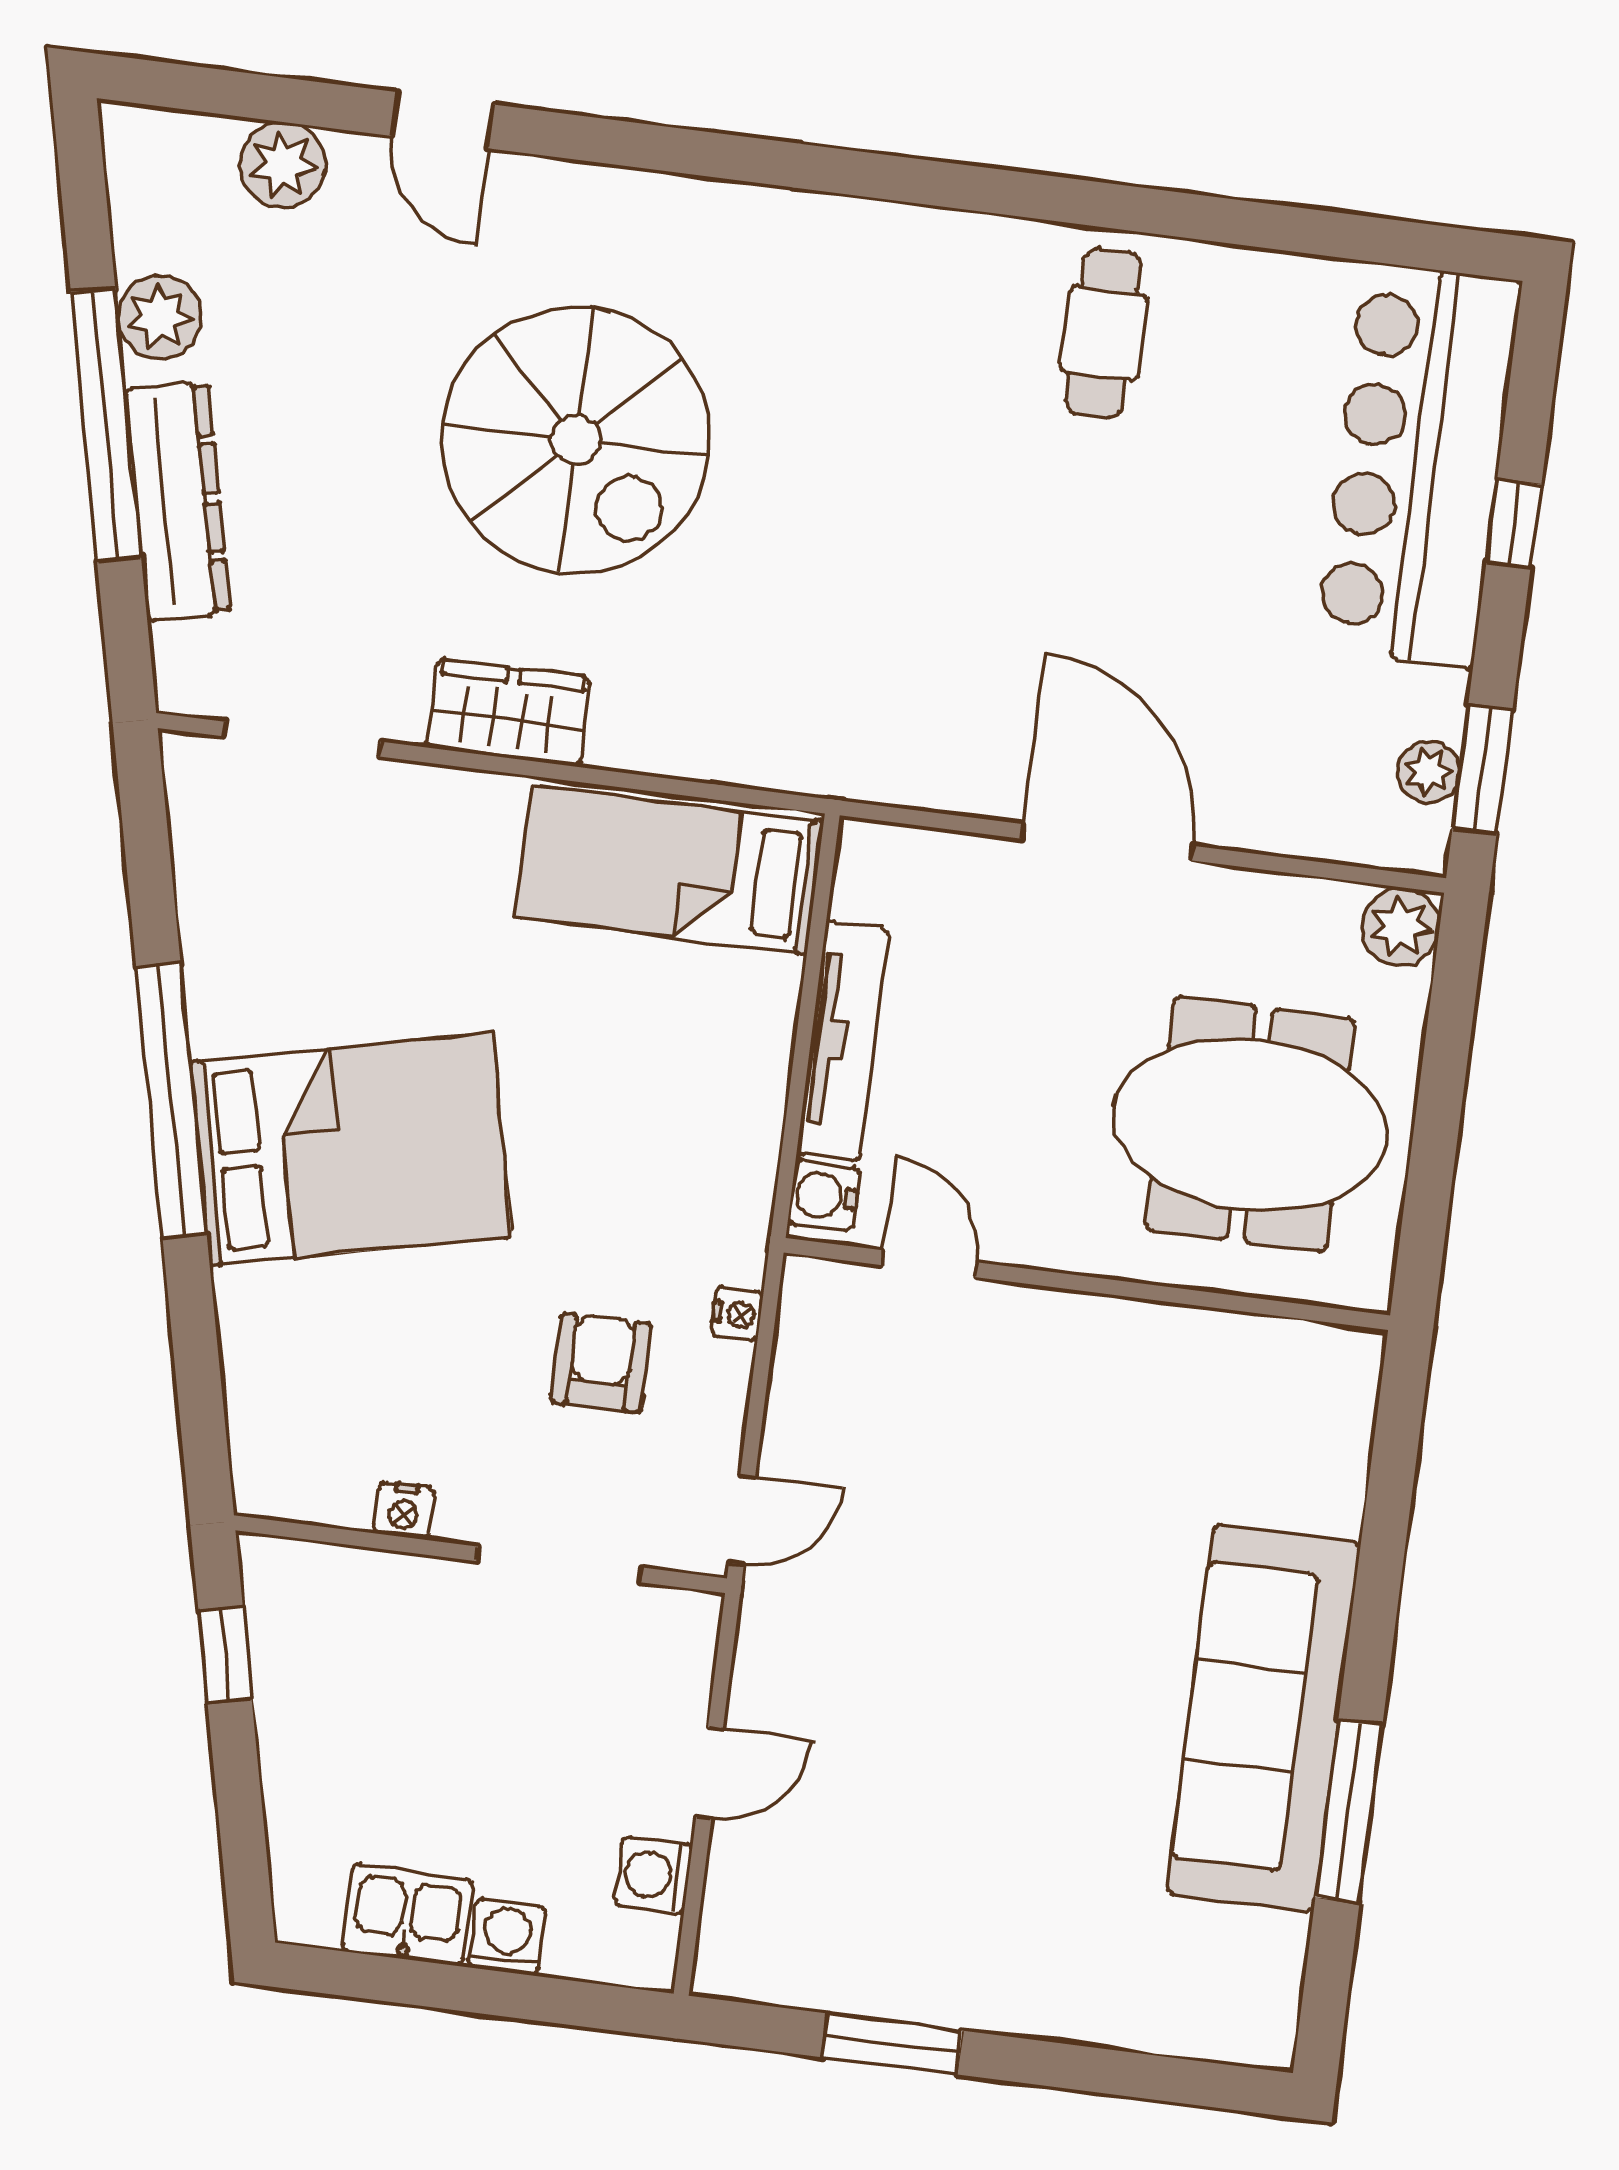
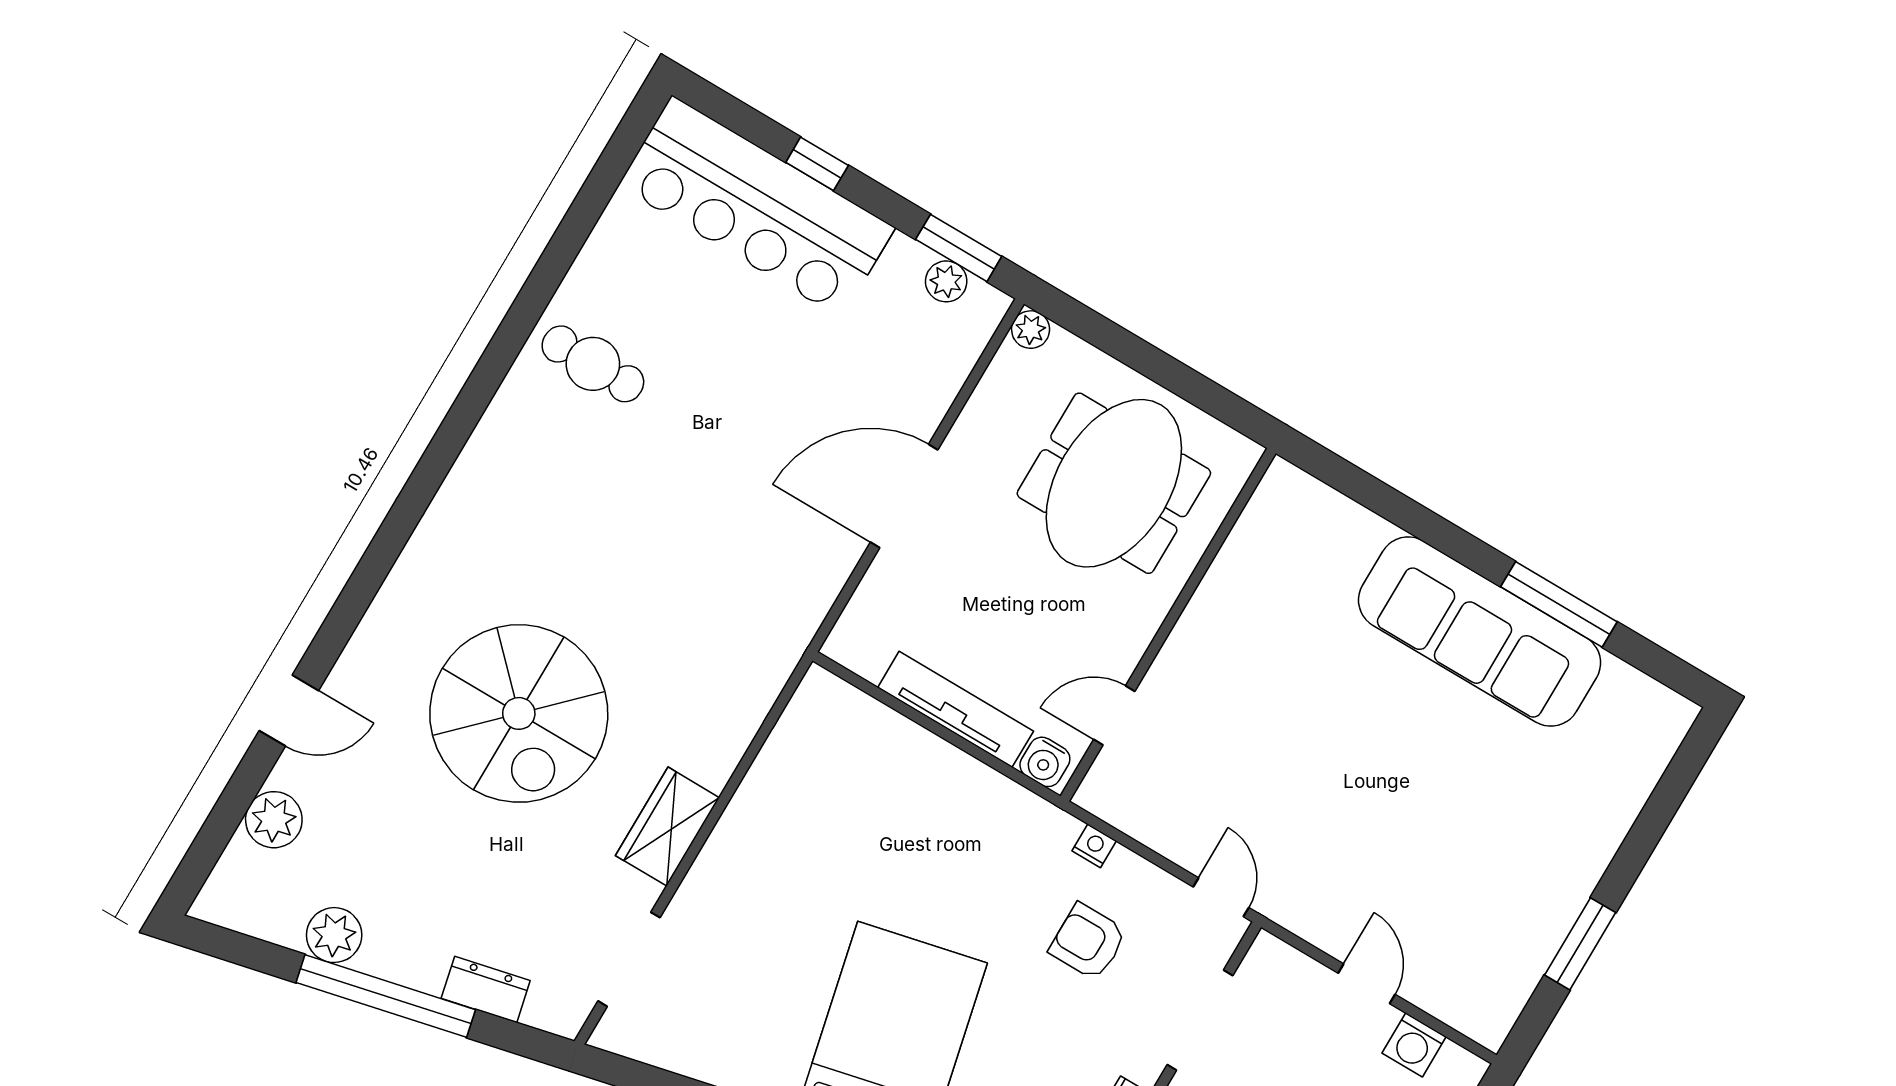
spiral stairs: (576, 440) -> (519, 713), turned 90
dresser: (178, 501) -> (486, 989), width x0.51, depth x0.80
bed: (669, 870) -> (805, 770), removed
plant: (1401, 927) -> (1031, 330), width x0.73, depth x0.73

